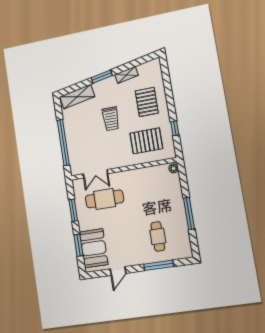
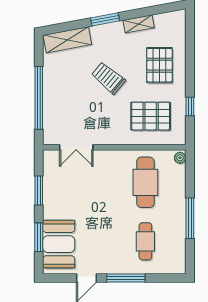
trolley: (111, 119) -> (108, 78), turned 130
cafe table: (104, 199) -> (145, 182), moved, turned 90
window: (159, 265) -> (126, 278), moved

